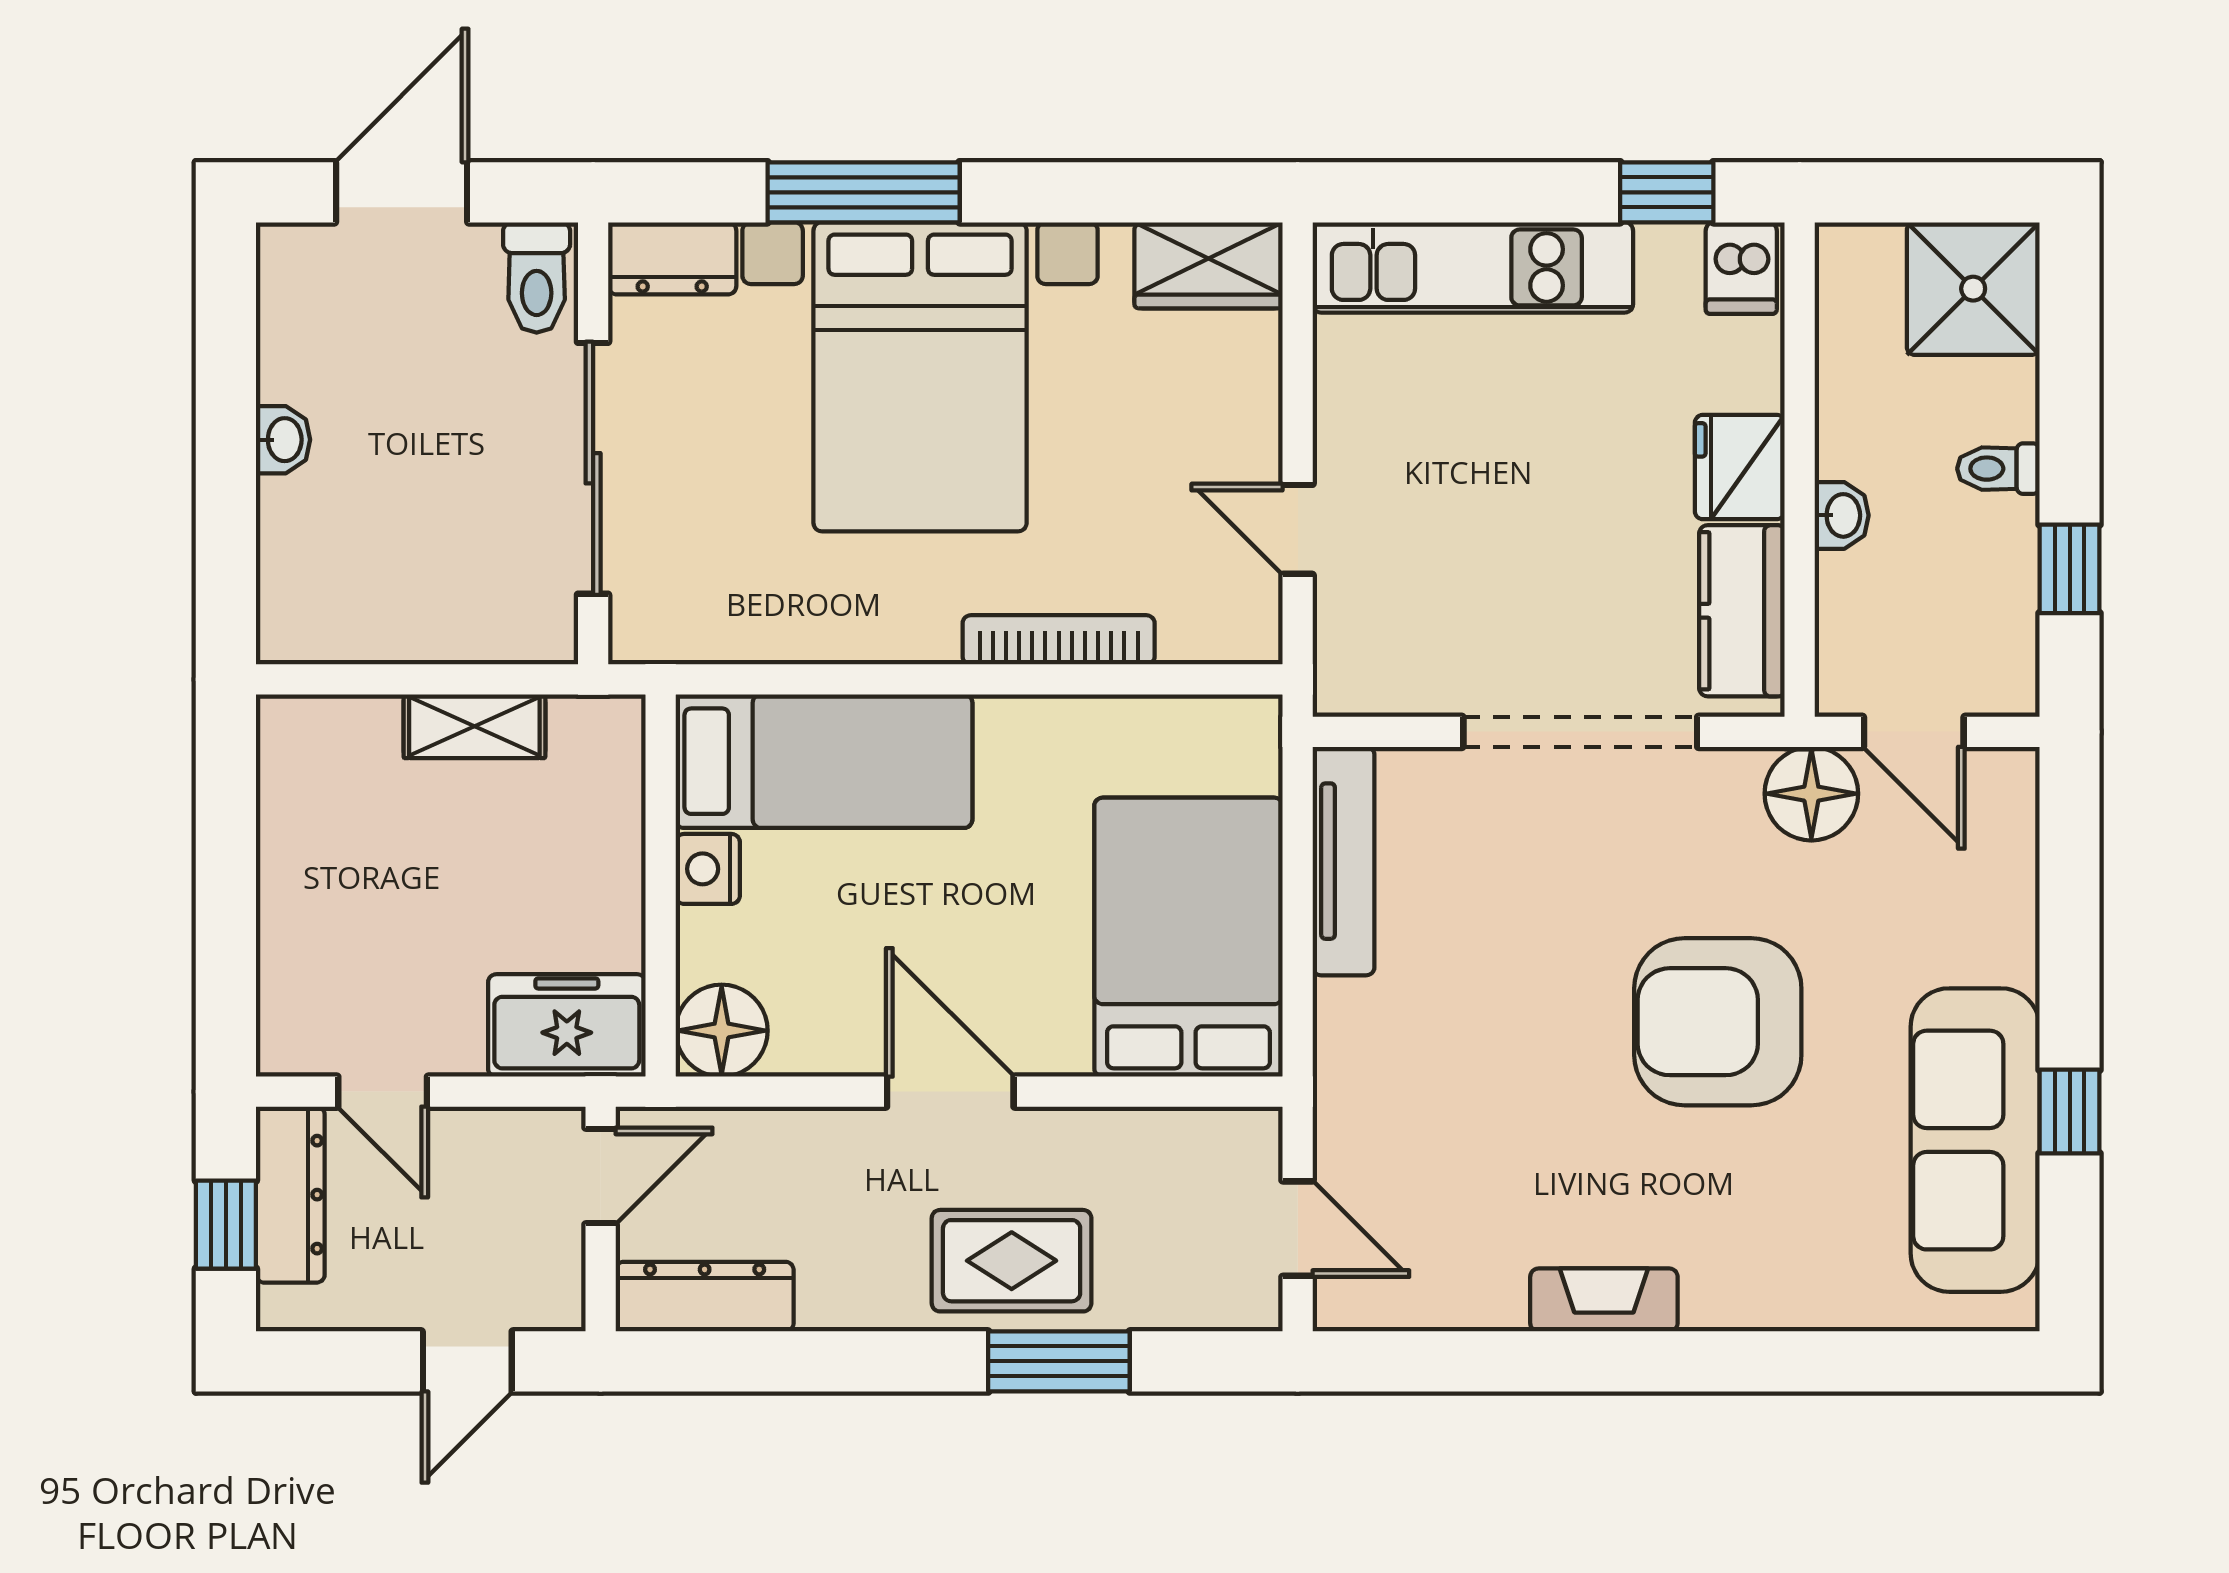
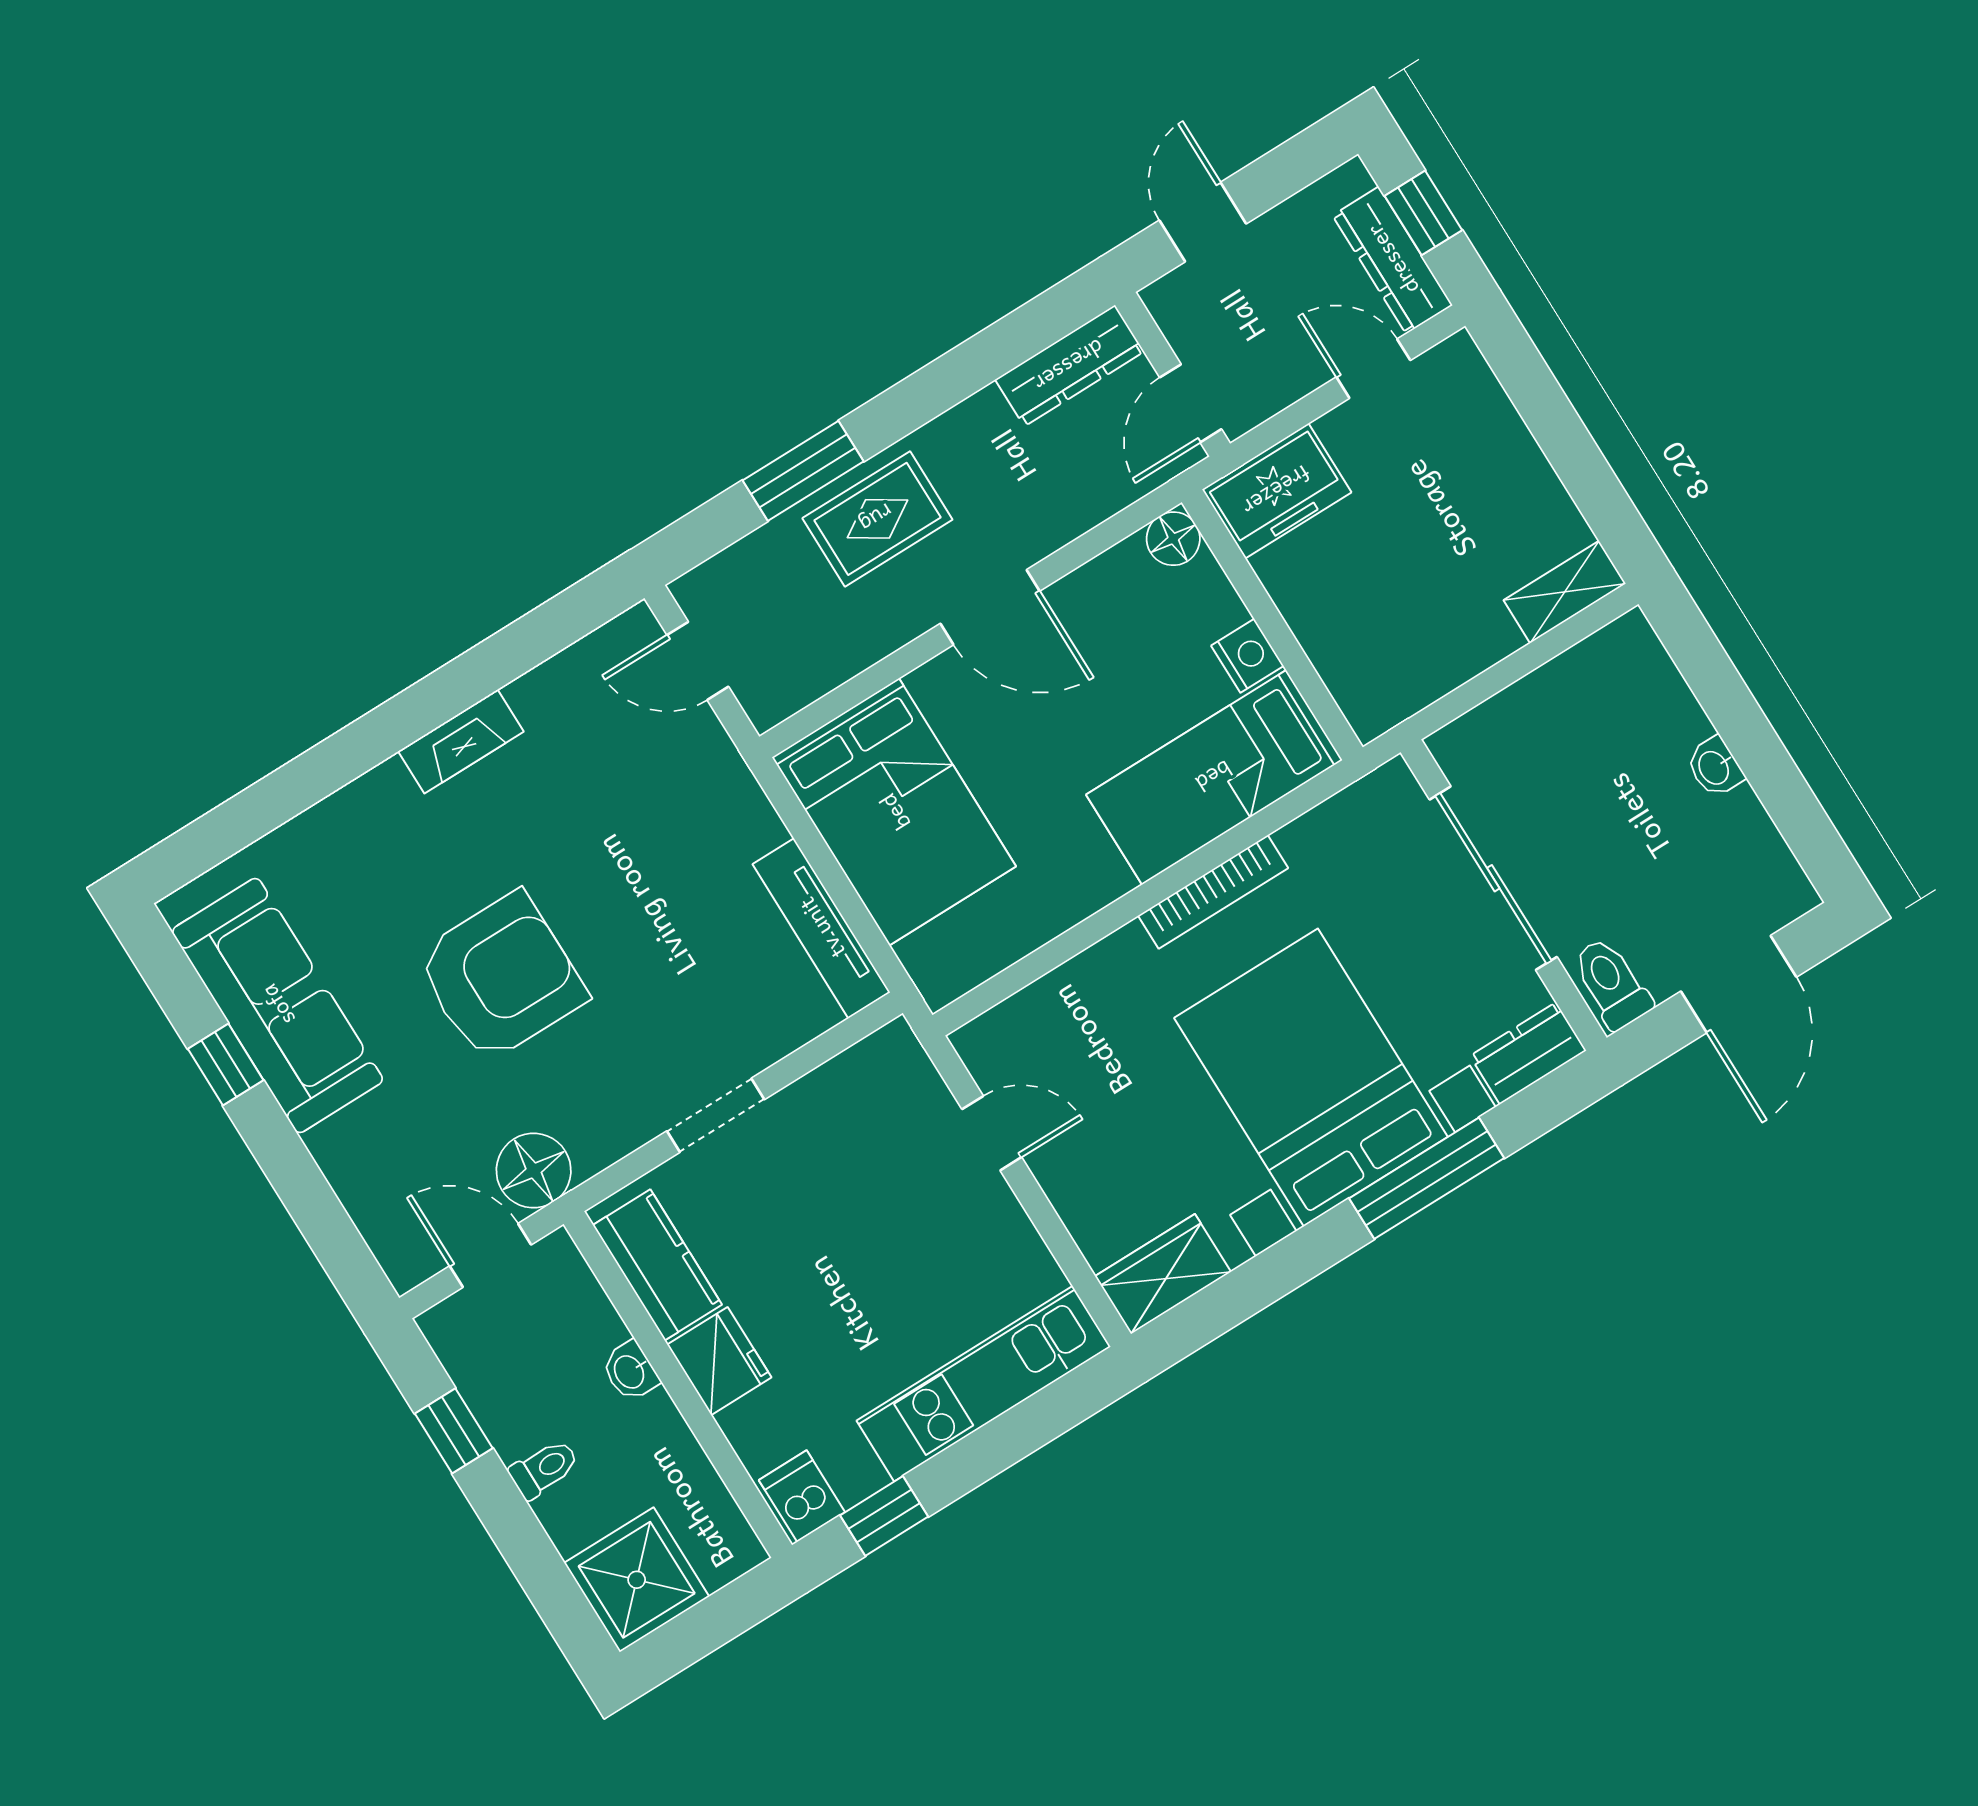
bookcase: (1059, 640) -> (1213, 892), moved
shelving: (474, 726) -> (1565, 592), moved
doorway: (1580, 732) -> (716, 1115), width x0.53
floor lamp: (722, 1031) -> (1173, 539), width x0.73, depth x0.73

